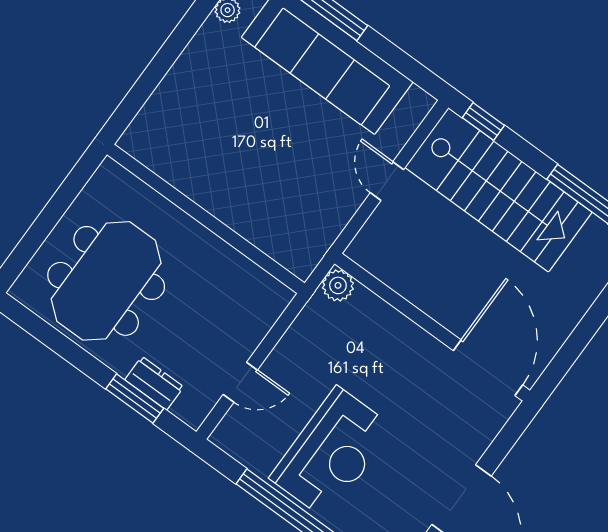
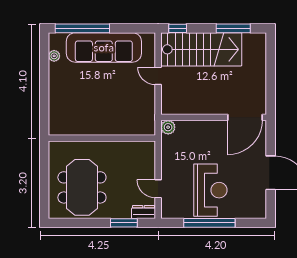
door: (488, 368) -> (245, 117), swing flipped
door: (240, 382) -> (158, 189), swing flipped
dresser: (154, 383) -> (144, 212), moved

